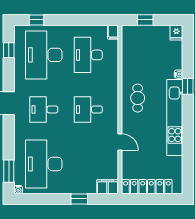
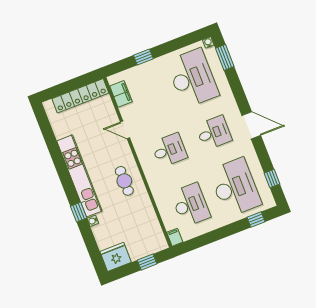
fridge: (176, 33) -> (116, 257), width x1.88, depth x1.34
filing cabinet: (108, 187) -> (121, 94), moved, turned -90

